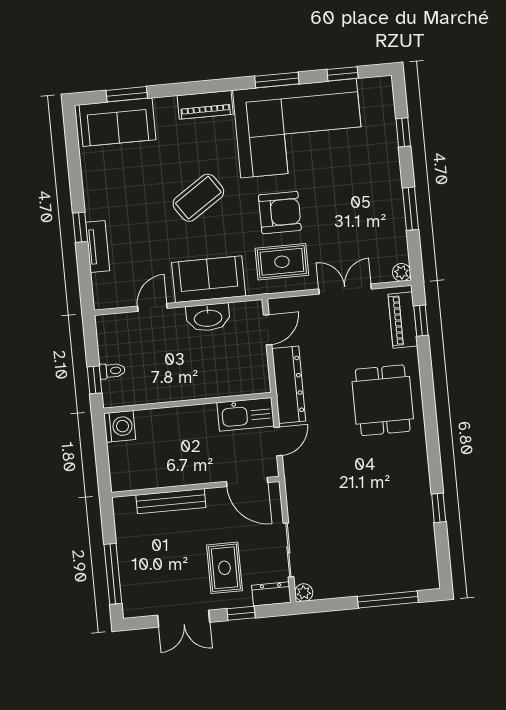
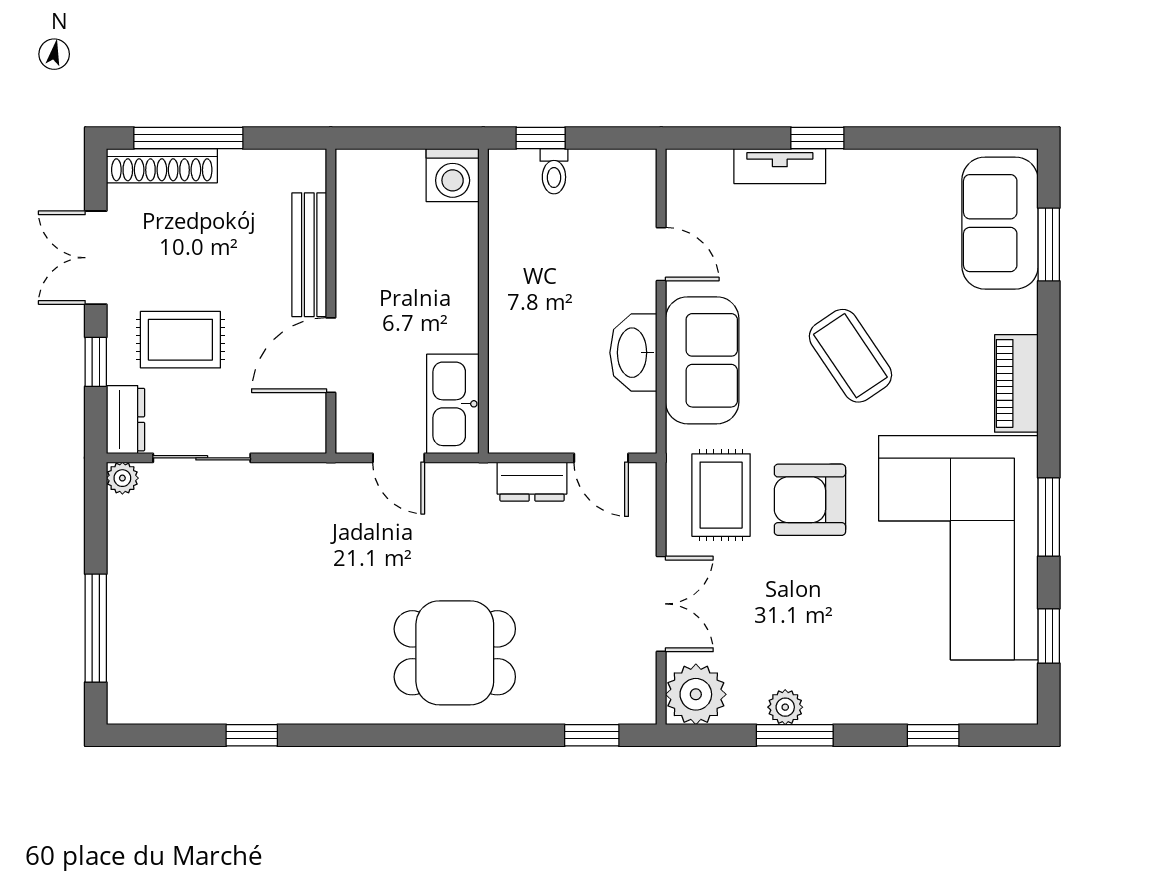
armchair: (280, 213) -> (810, 500), turned 90
plant: (395, 215) -> (785, 707), added
plant: (402, 272) -> (696, 694), width x1.88, depth x1.88
piano: (403, 320) -> (596, 703), removed
dresser: (289, 385) -> (532, 482), width x0.51, depth x0.80
door: (247, 482) -> (331, 355), moved
shoe rack: (130, 587) -> (162, 166), added

